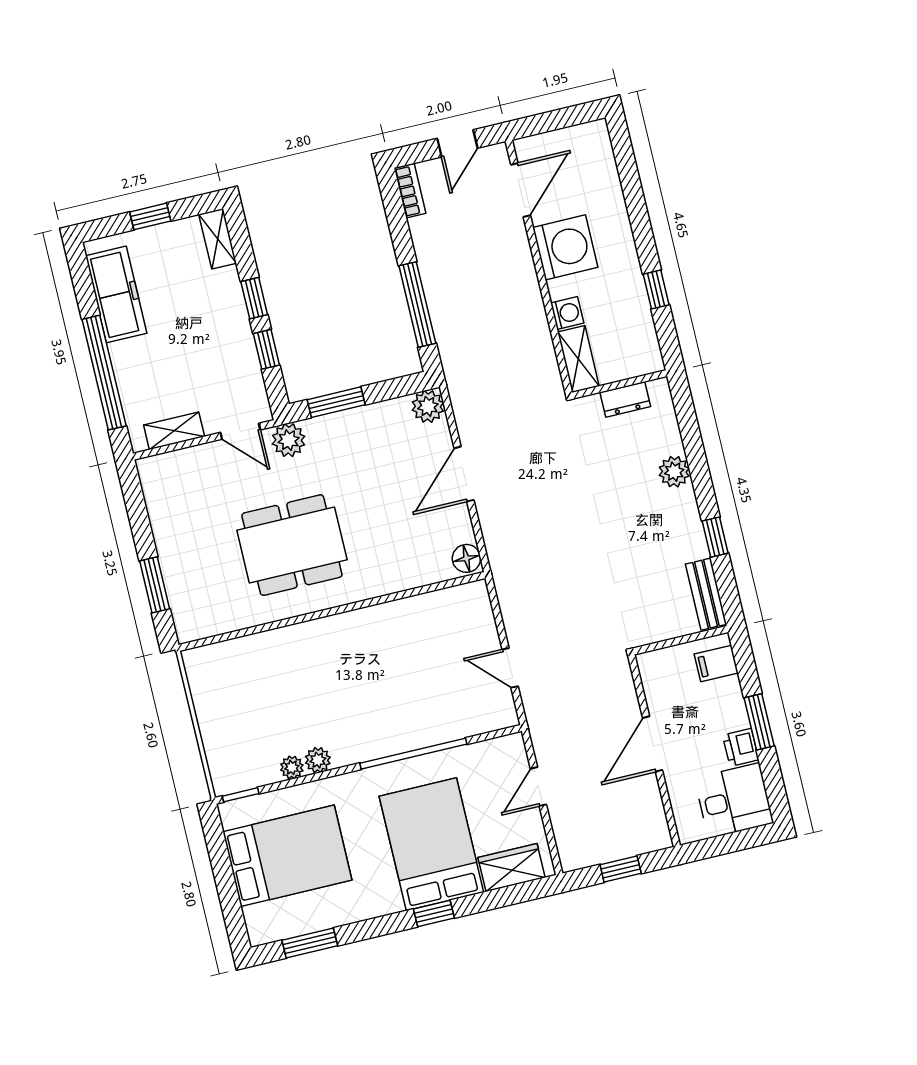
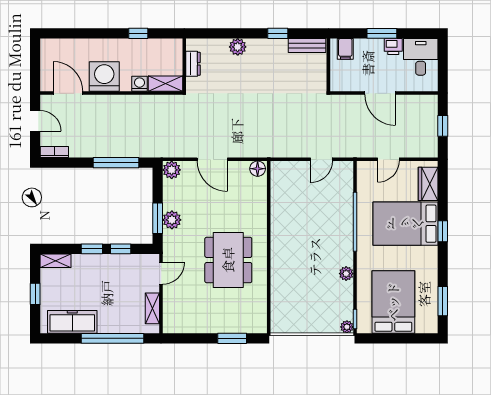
plant: (289, 440) -> (172, 220), moved
plant: (292, 767) -> (347, 327), moved
door: (538, 787) -> (388, 159), hinge flipped

